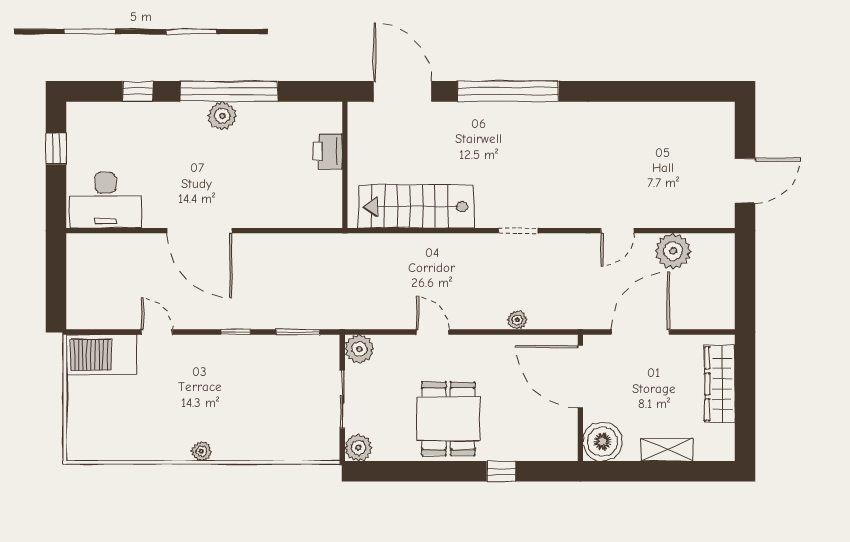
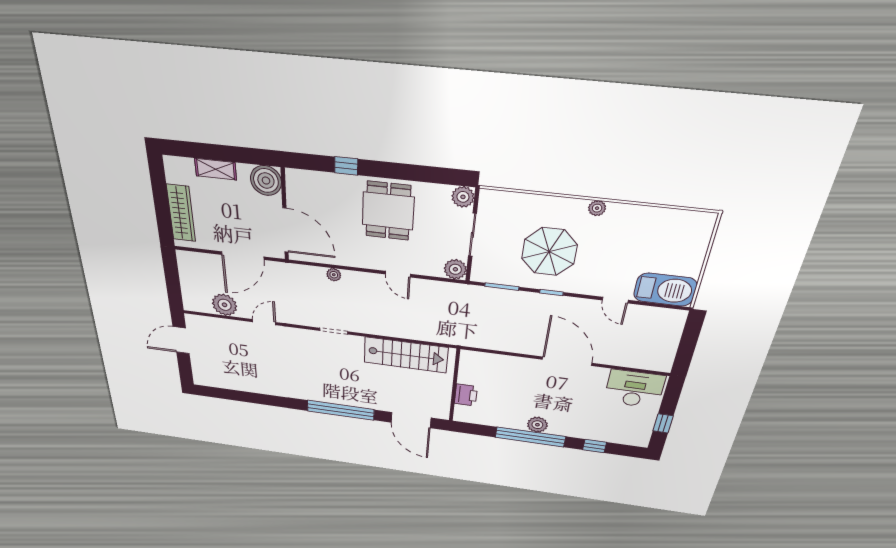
parasol: (247, 388) -> (549, 252), added

